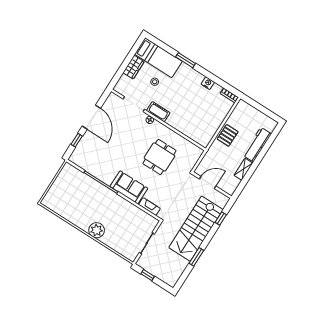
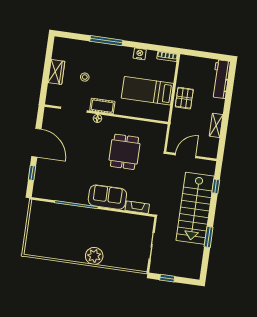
bed: (158, 58) -> (147, 91), moved, turned 180
window: (186, 60) -> (106, 41), width x1.44
workbench: (257, 145) -> (221, 79), moved

